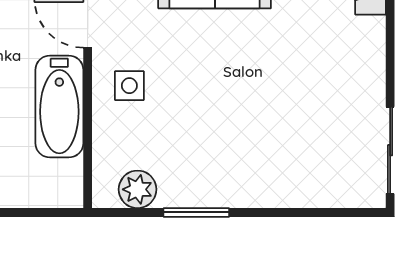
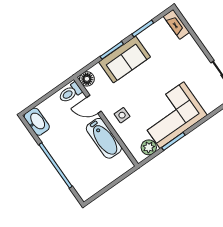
corner sofa: (231, 157) -> (172, 115), added

